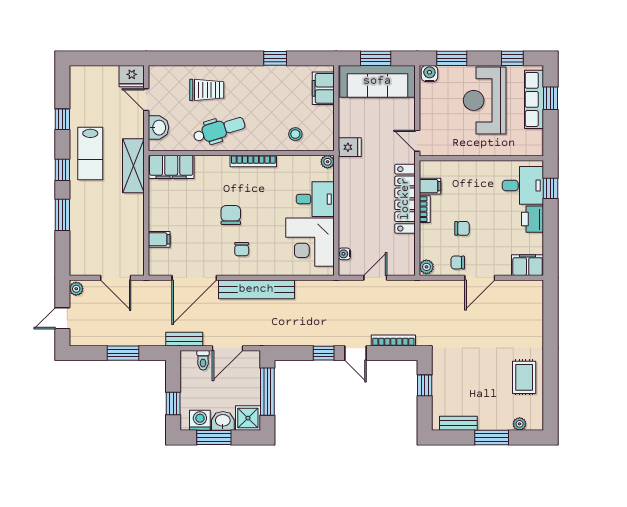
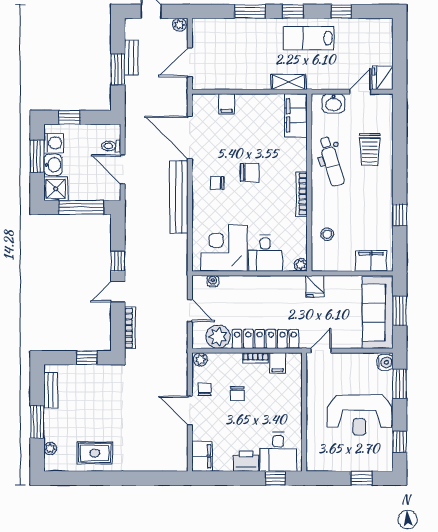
row of seats: (534, 99) -> (360, 462), removed
reception desk: (485, 100) -> (359, 415), turned 180
shelving: (133, 166) -> (288, 82), width x0.67, depth x0.75
plant: (403, 248) -> (218, 337), added
bench: (184, 339) -> (131, 57), moved

